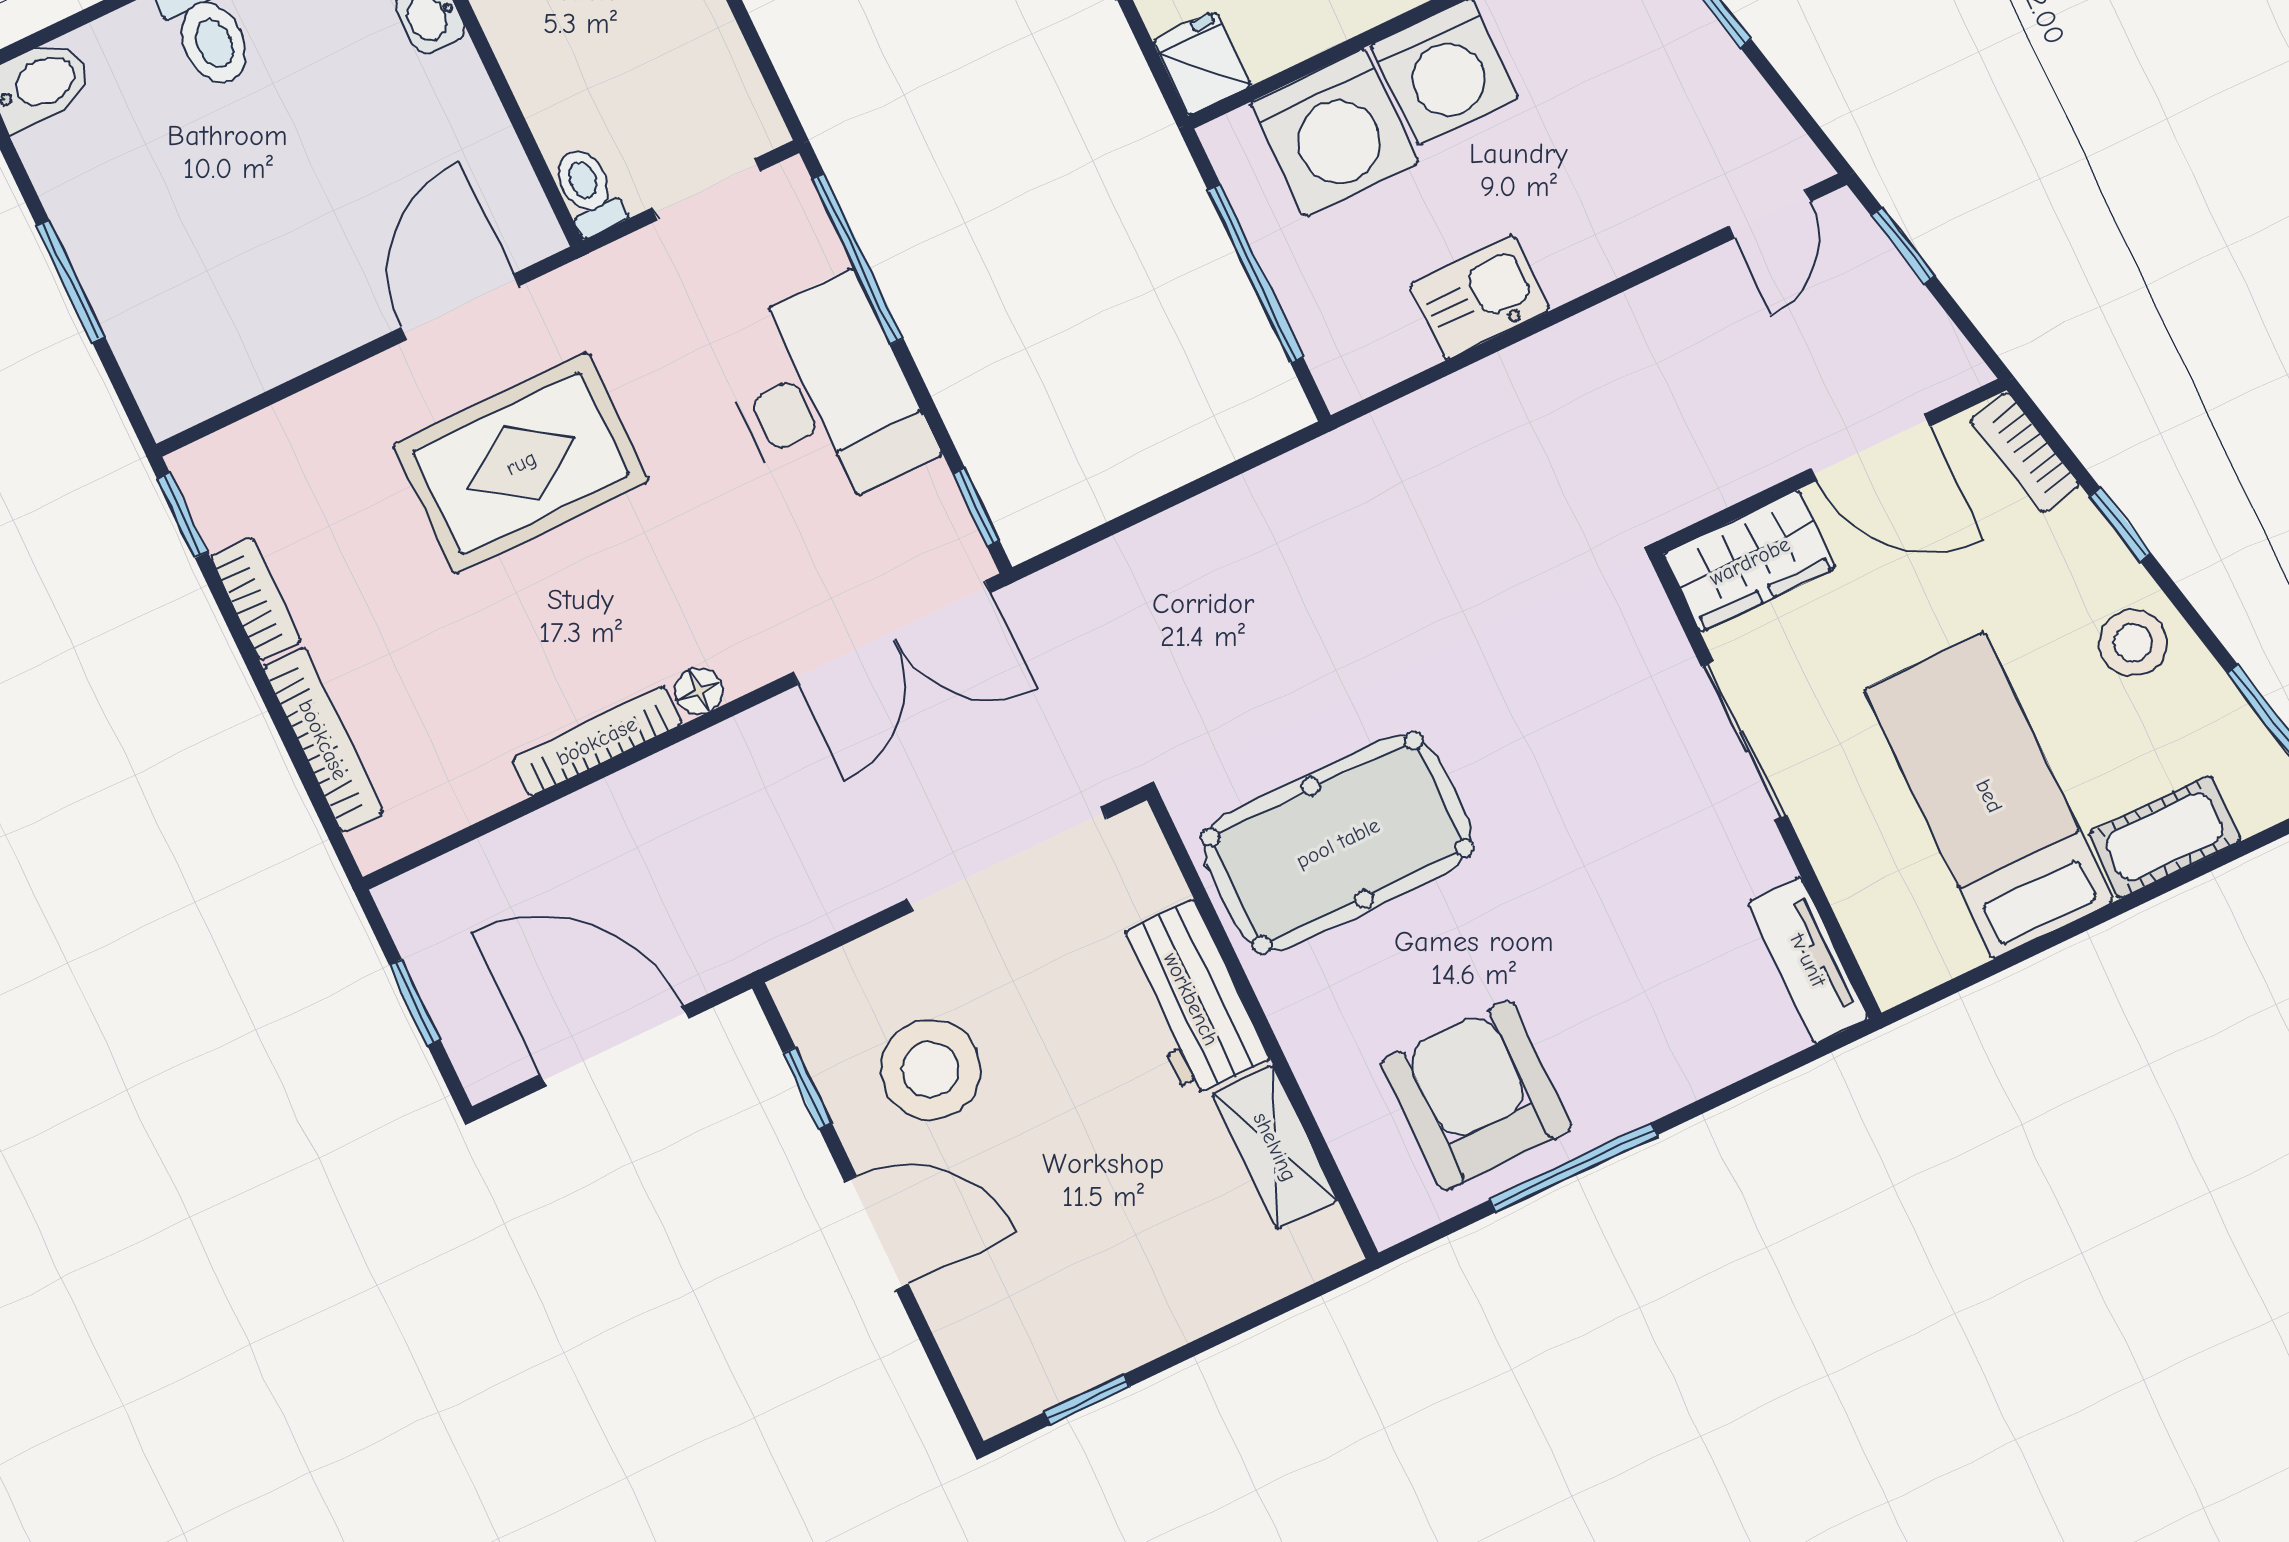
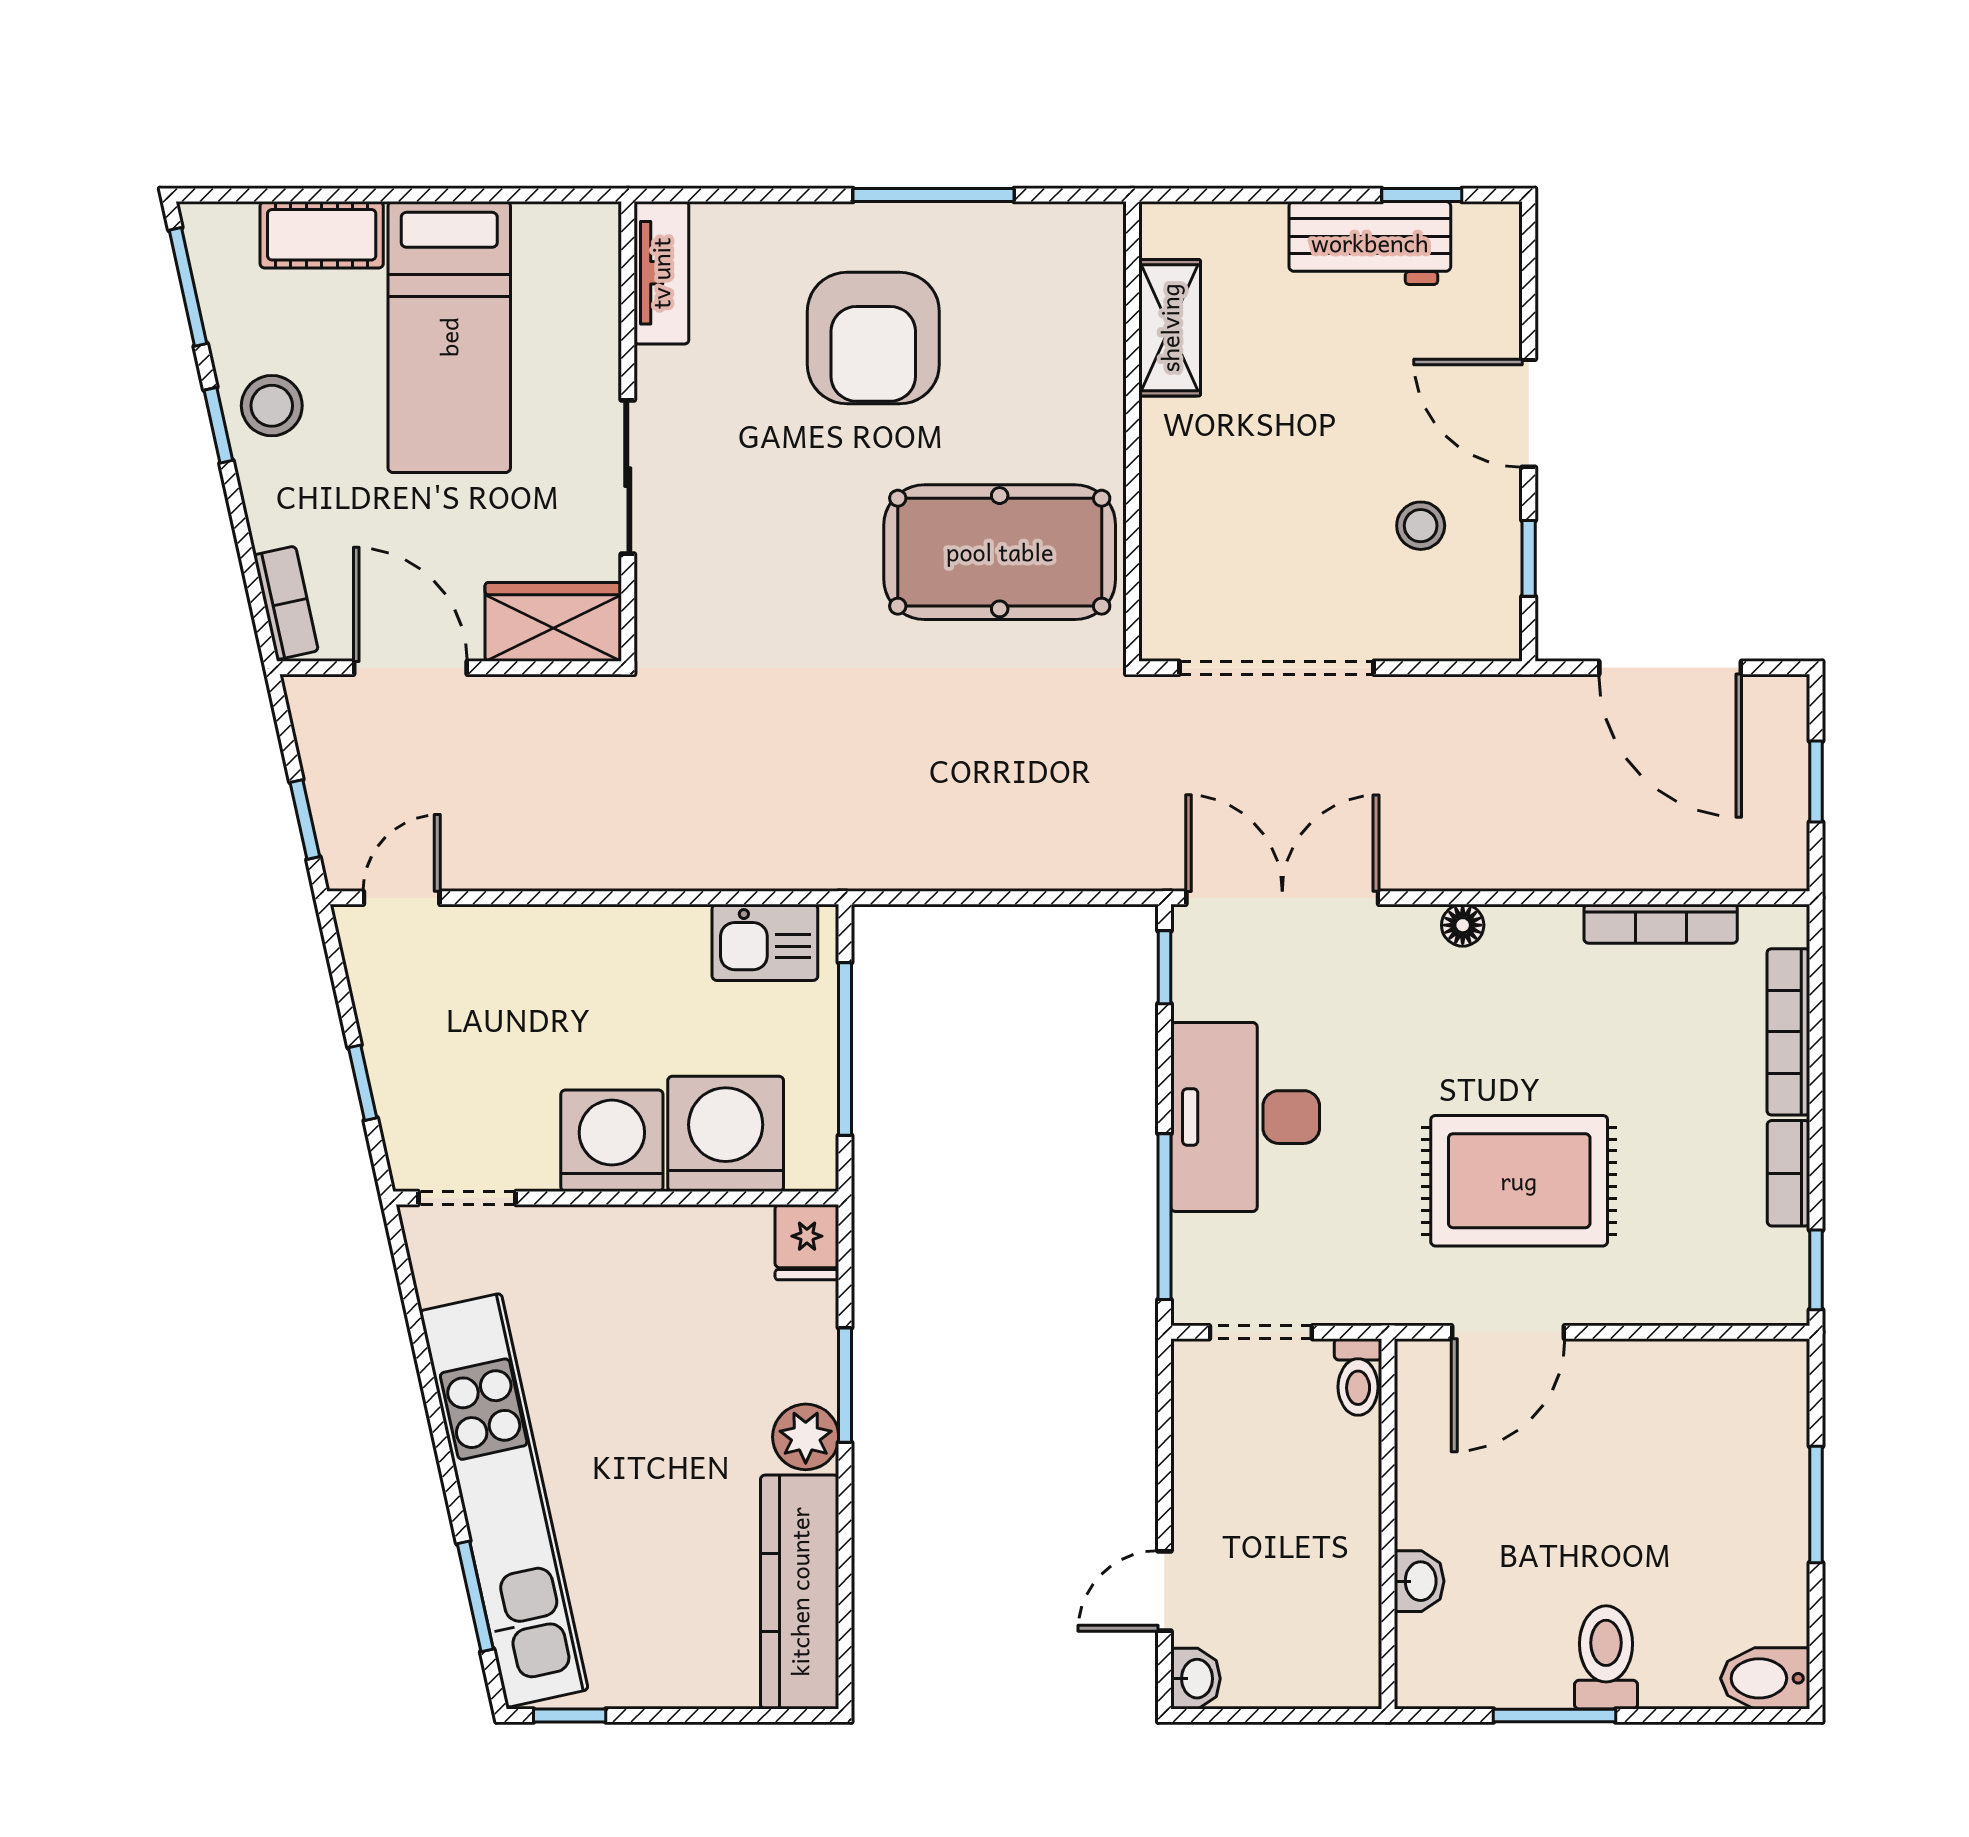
kitchen sink: (1480, 298) -> (765, 942), moved
window: (2120, 525) -> (218, 425), moved
bookcase: (597, 741) -> (1661, 924), moved
workbench: (1191, 999) -> (1370, 243), moved, turned 90
stool: (931, 1069) -> (1421, 526), width x0.53, depth x0.53
armchair: (1476, 1095) -> (873, 338), moved

